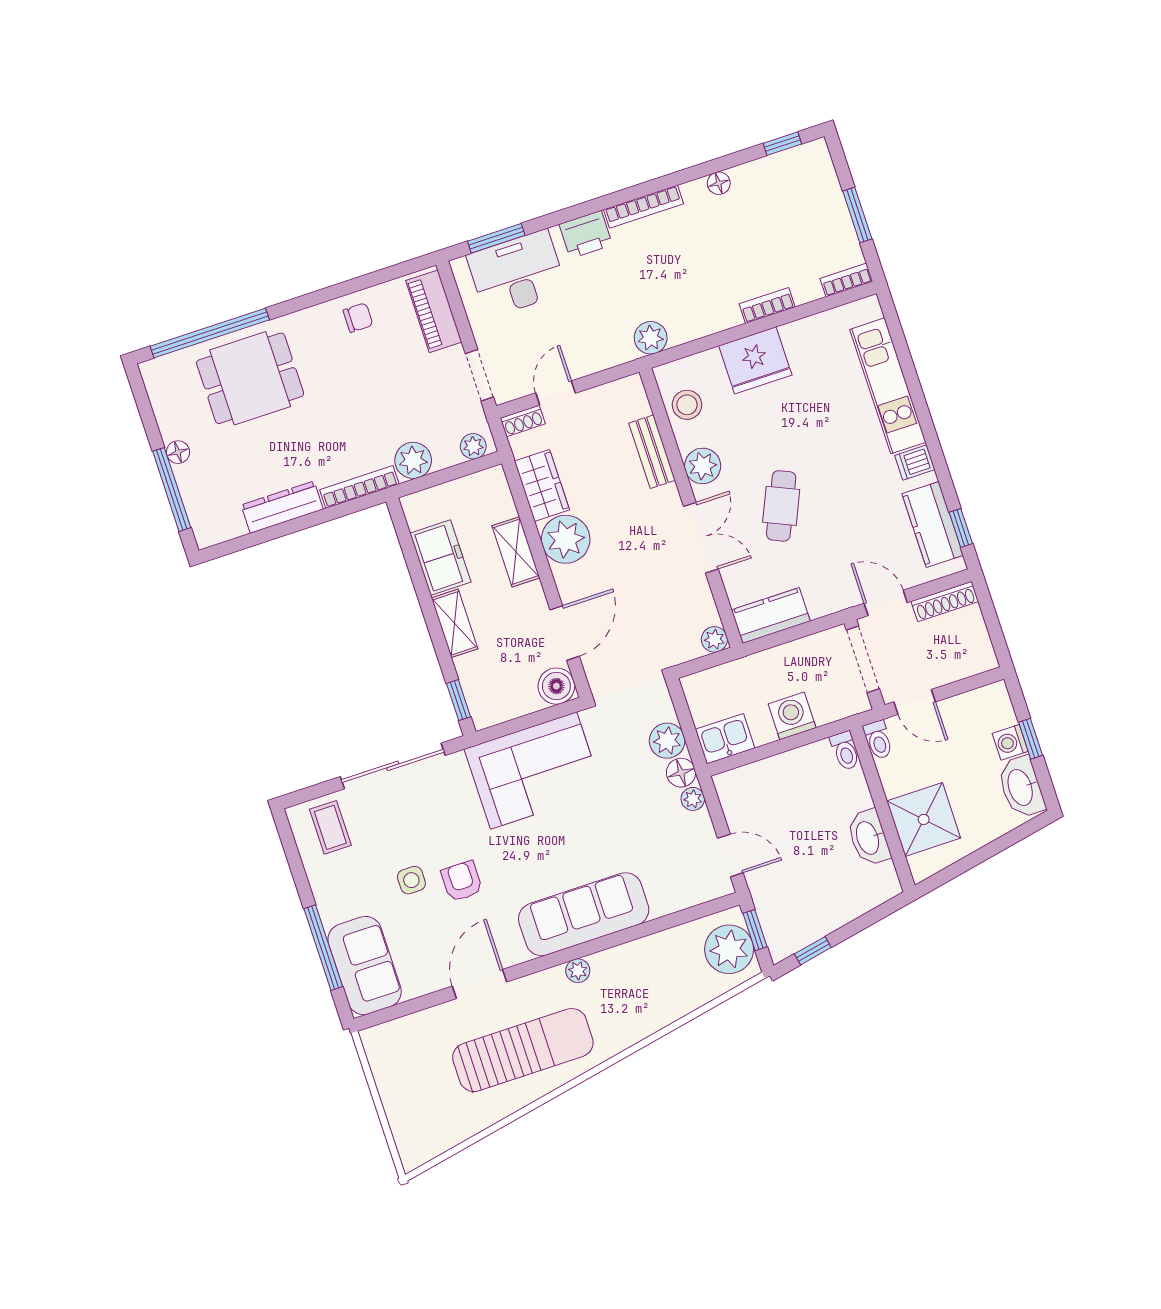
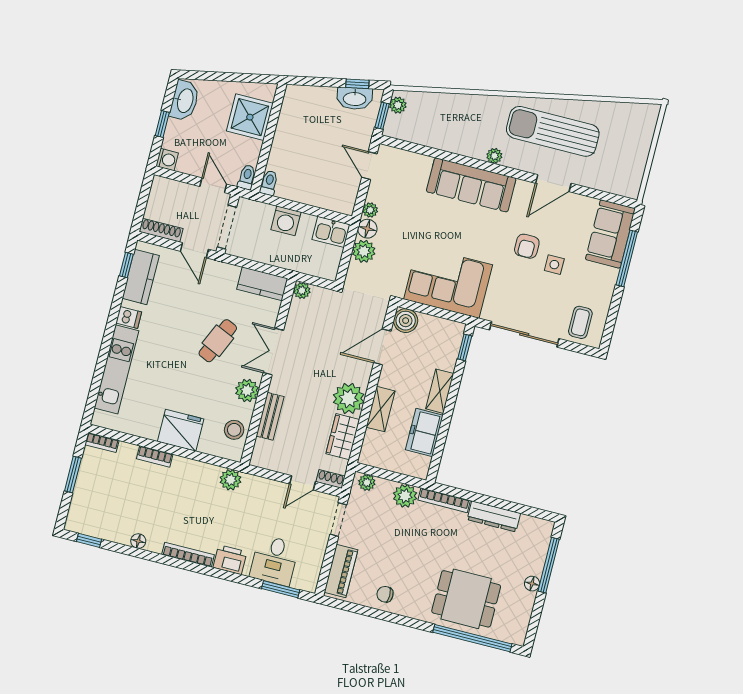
desk: (517, 274) -> (274, 560), width x0.73
washing machine: (1010, 742) -> (167, 160), moved
washbasin: (868, 838) -> (355, 98), moved, turned 79
plant: (729, 949) -> (398, 105), width x0.53, depth x0.53

